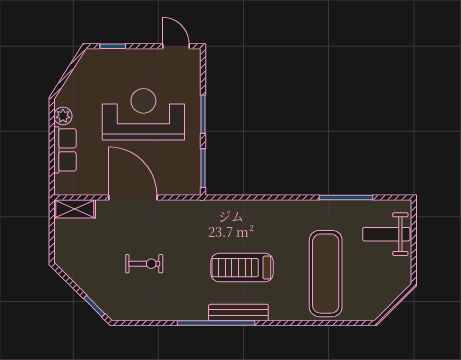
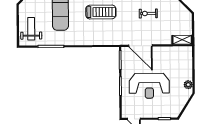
row of seats: (65, 150) -> (187, 68), removed
door: (133, 197) -> (140, 46), moved
weight bench: (386, 234) -> (31, 29), turned -90

